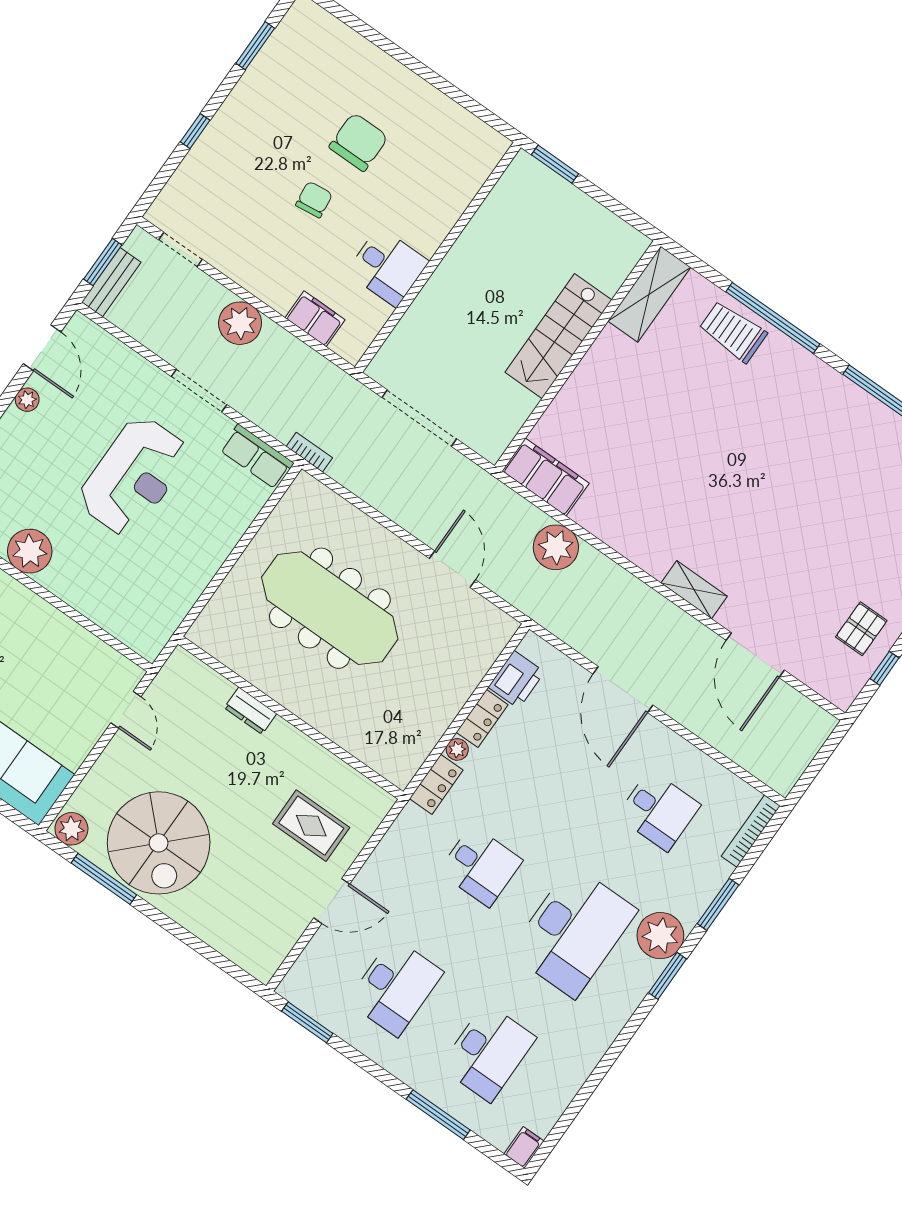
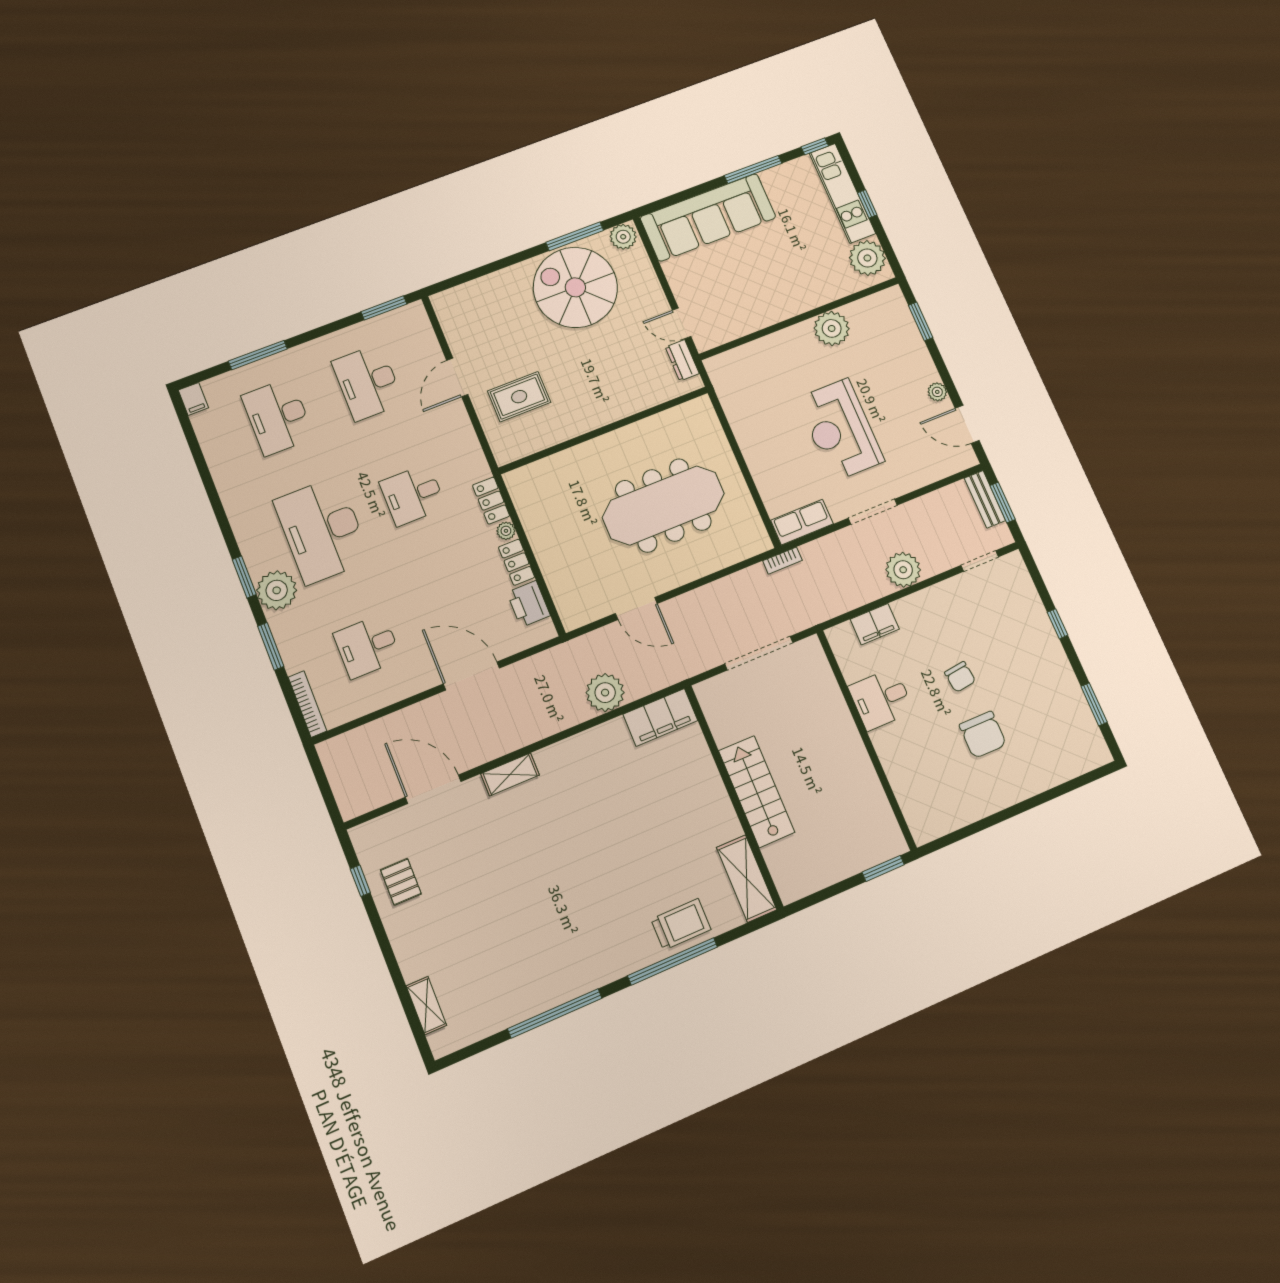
dresser: (250, 711) -> (682, 360), moved, turned -90

